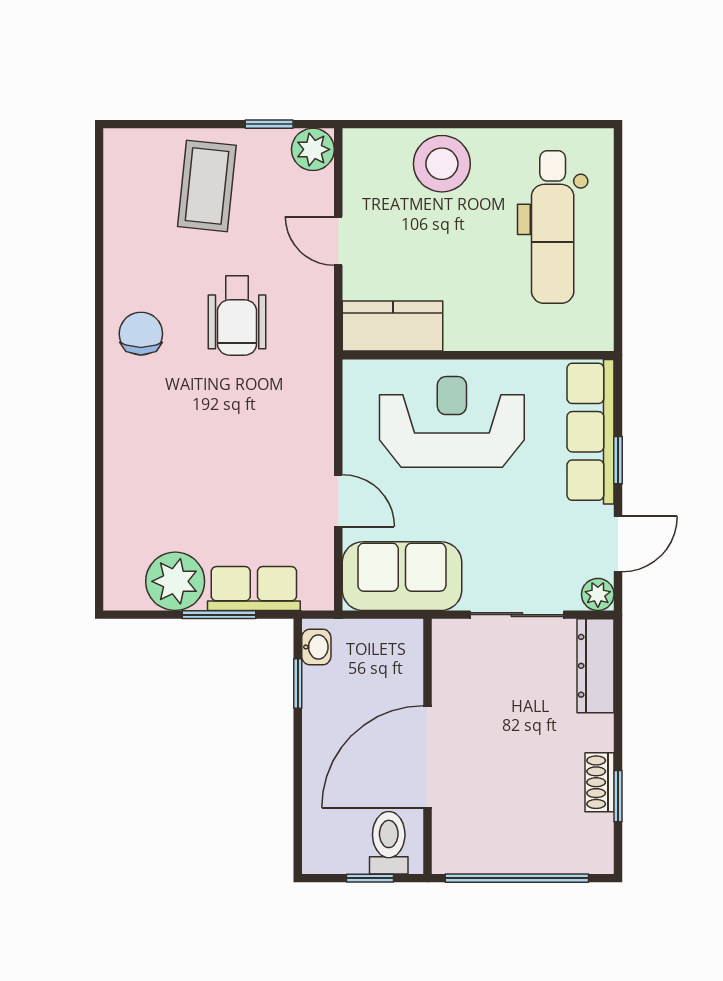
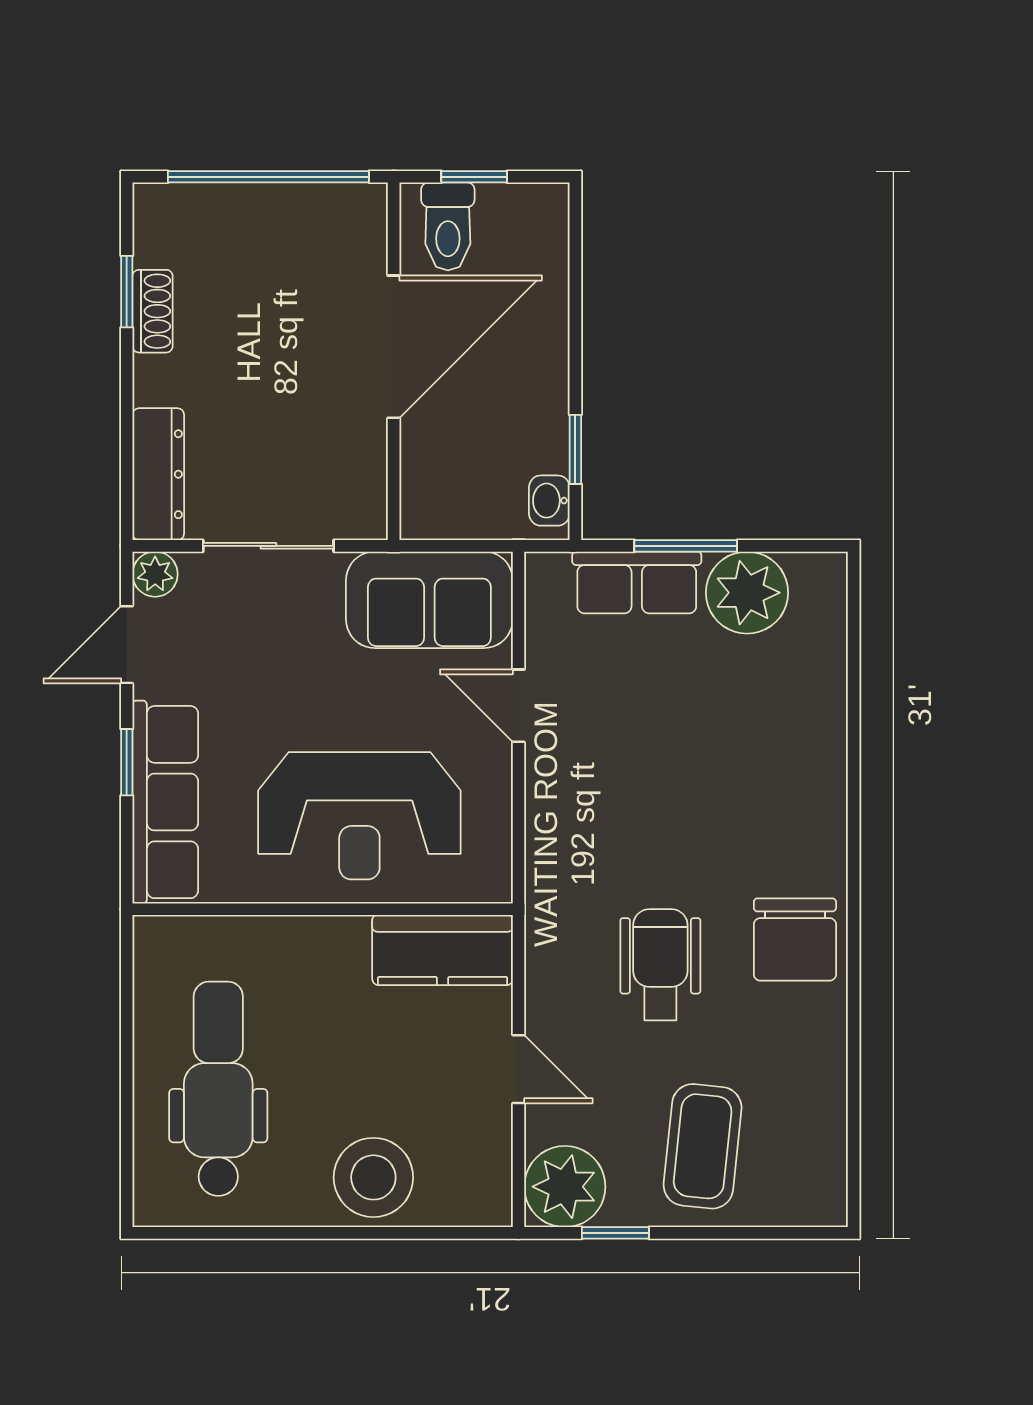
plant: (313, 149) -> (565, 1187), width x1.36, depth x1.36
chair: (141, 334) -> (795, 939), width x1.37, depth x1.37

